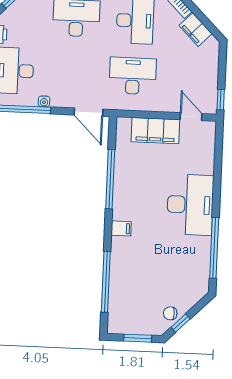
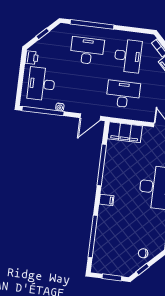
door: (88, 112) -> (90, 117), hinge flipped
filing cabinet: (155, 131) -> (125, 132), moved
chair: (170, 313) -> (143, 253), moved

